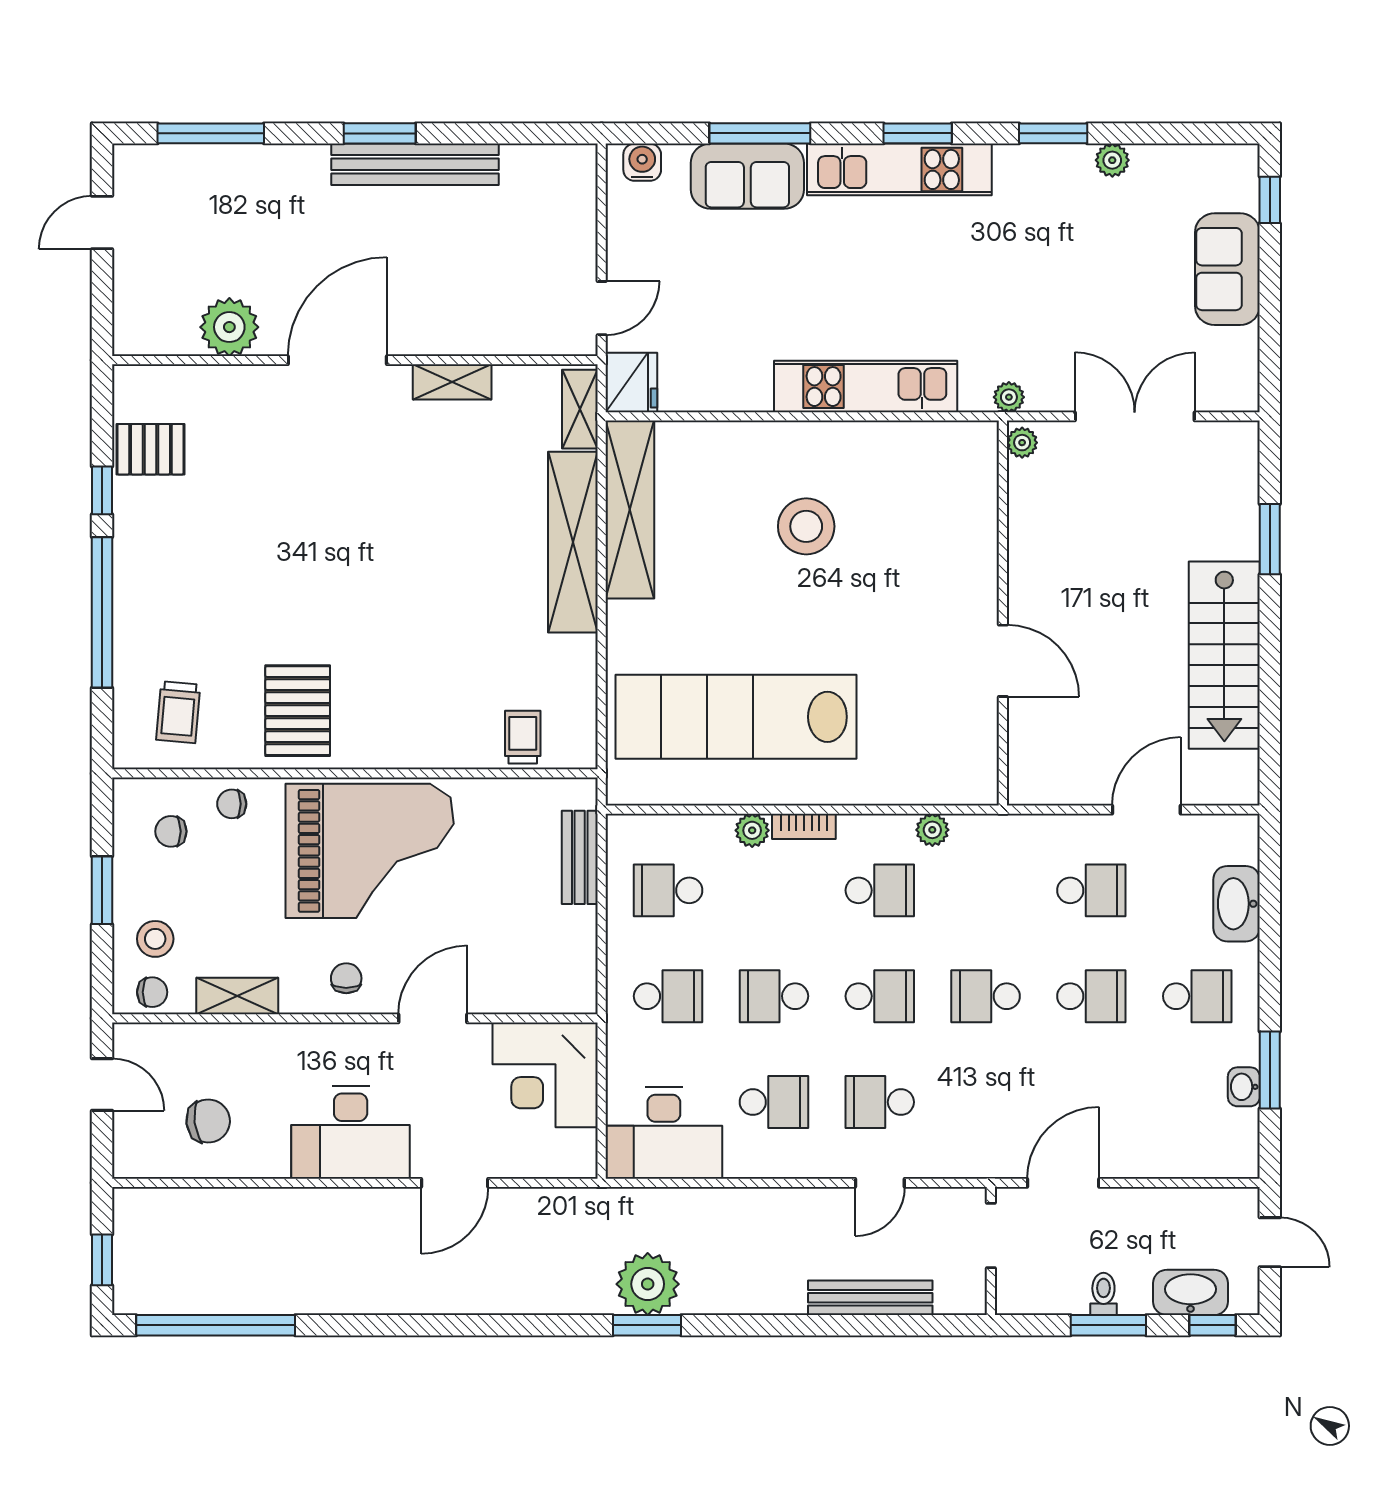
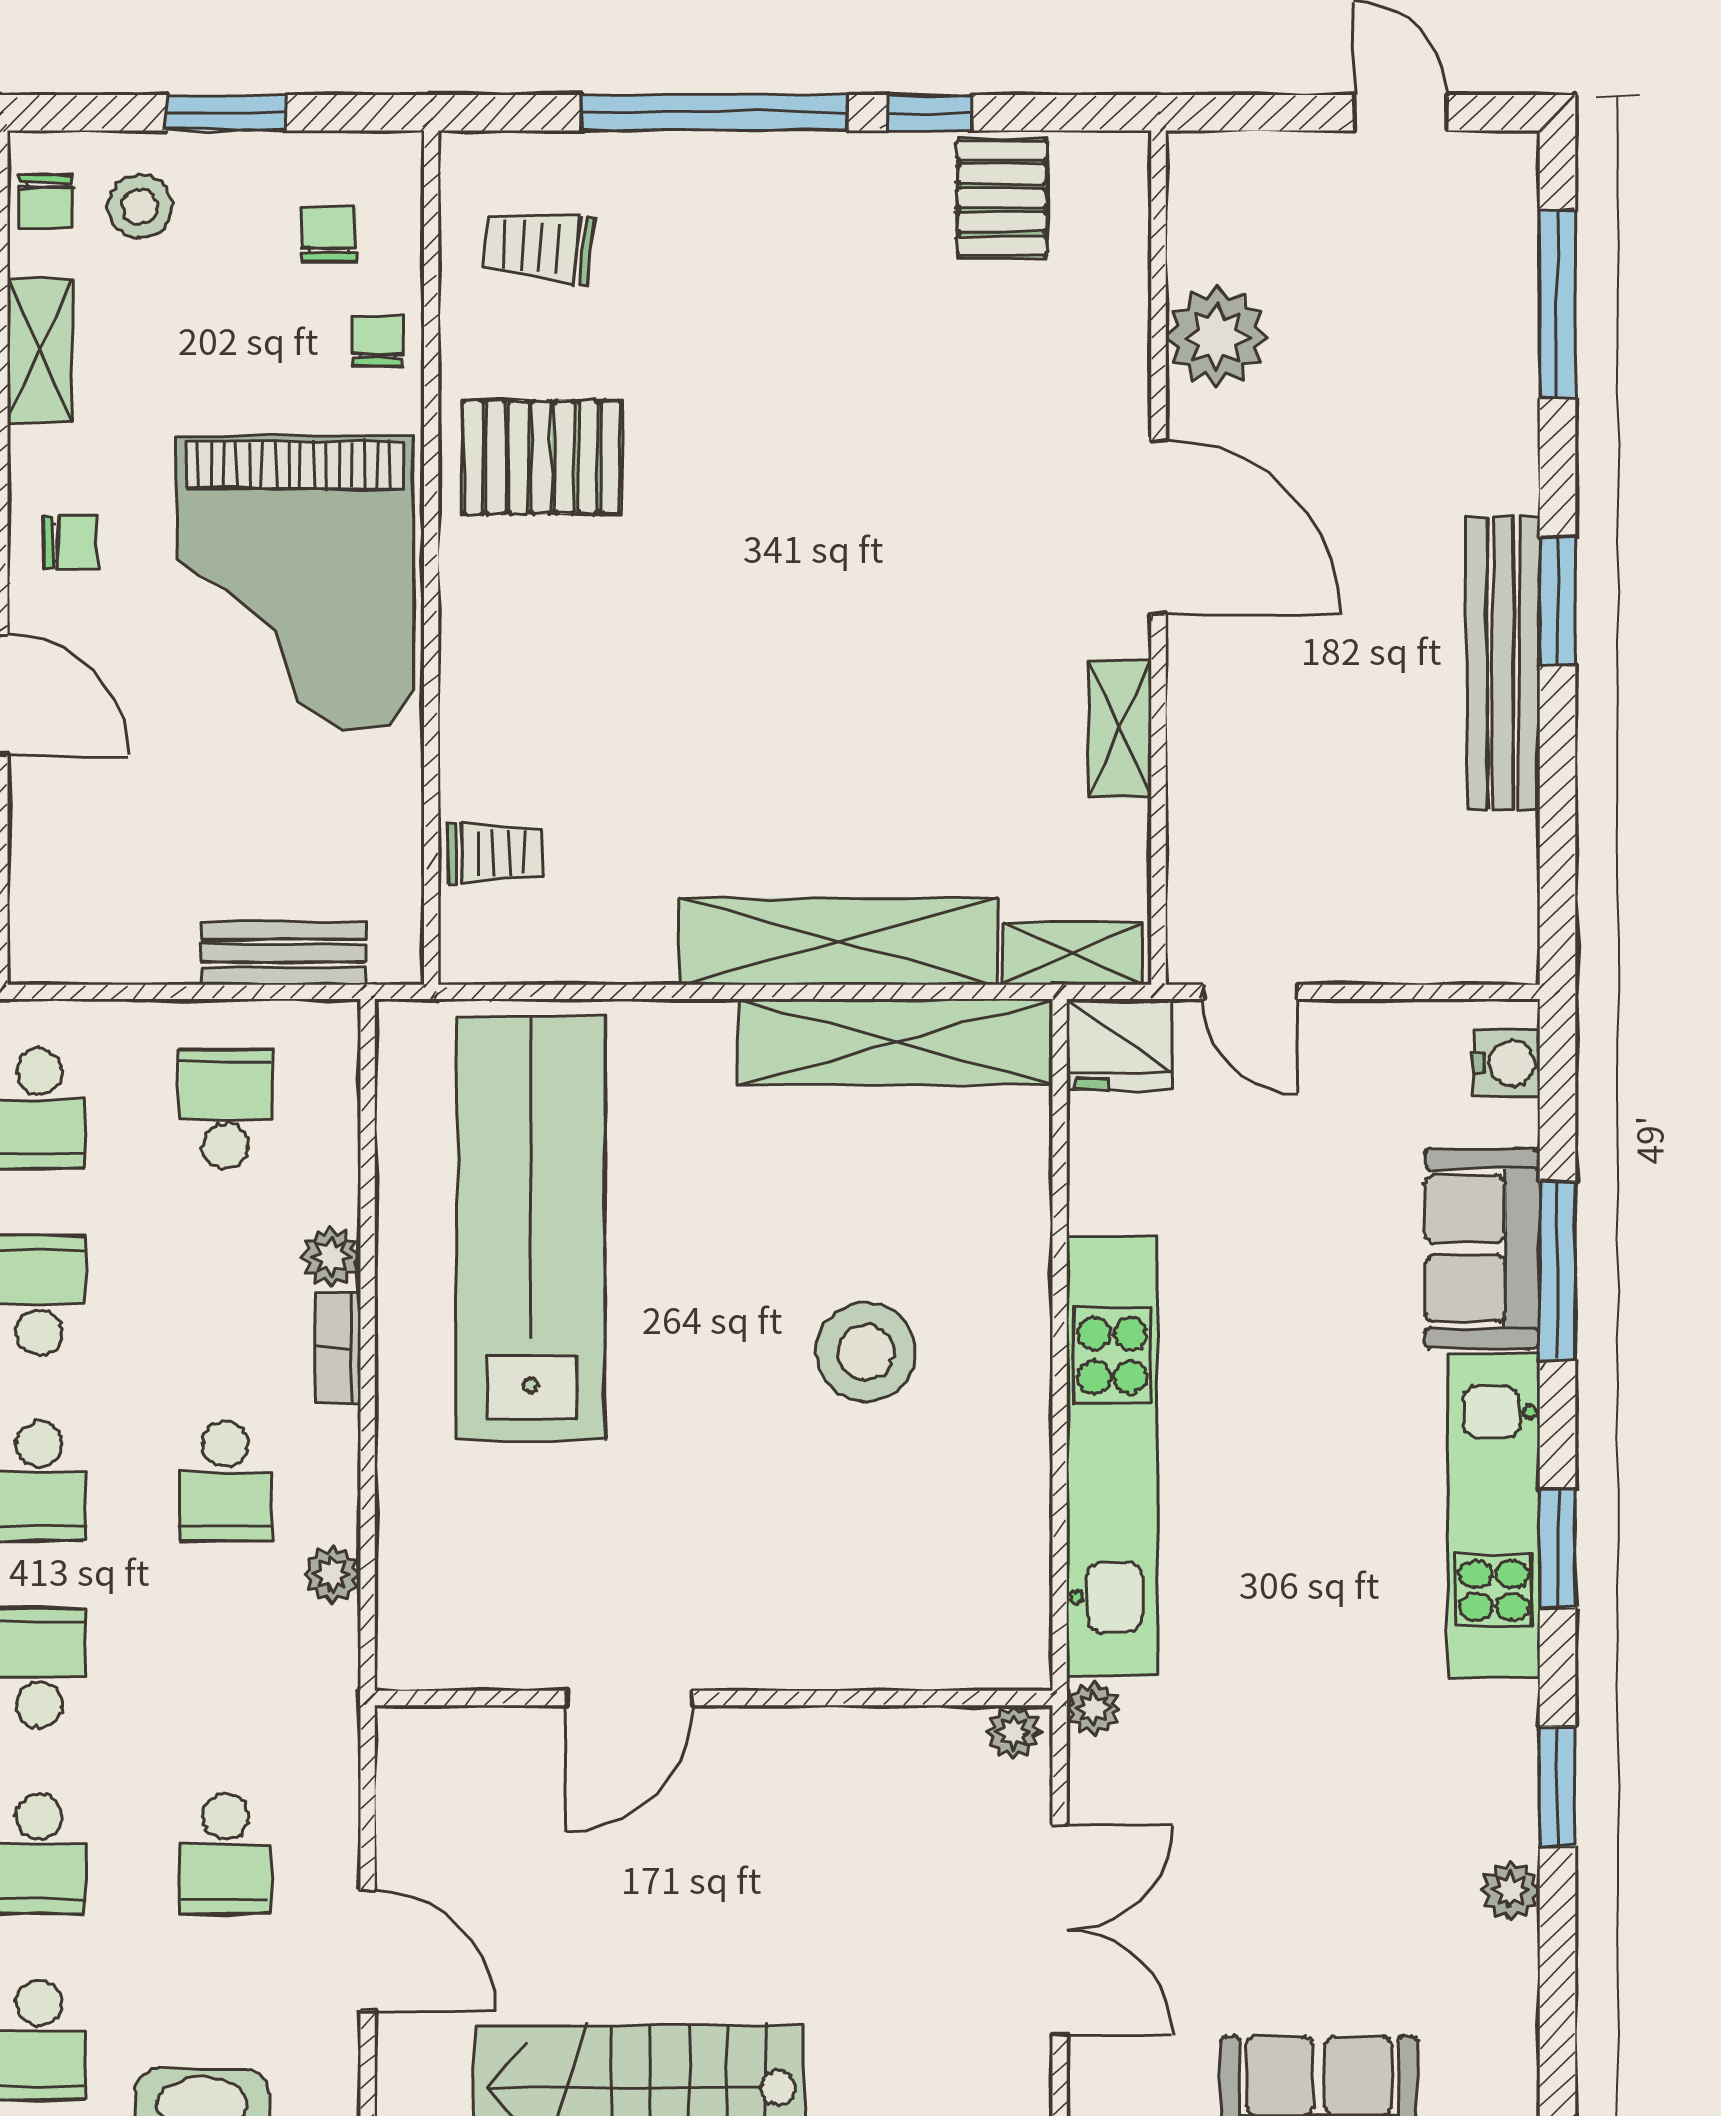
kitchen unit: (866, 387) -> (1112, 1457), width x1.36

